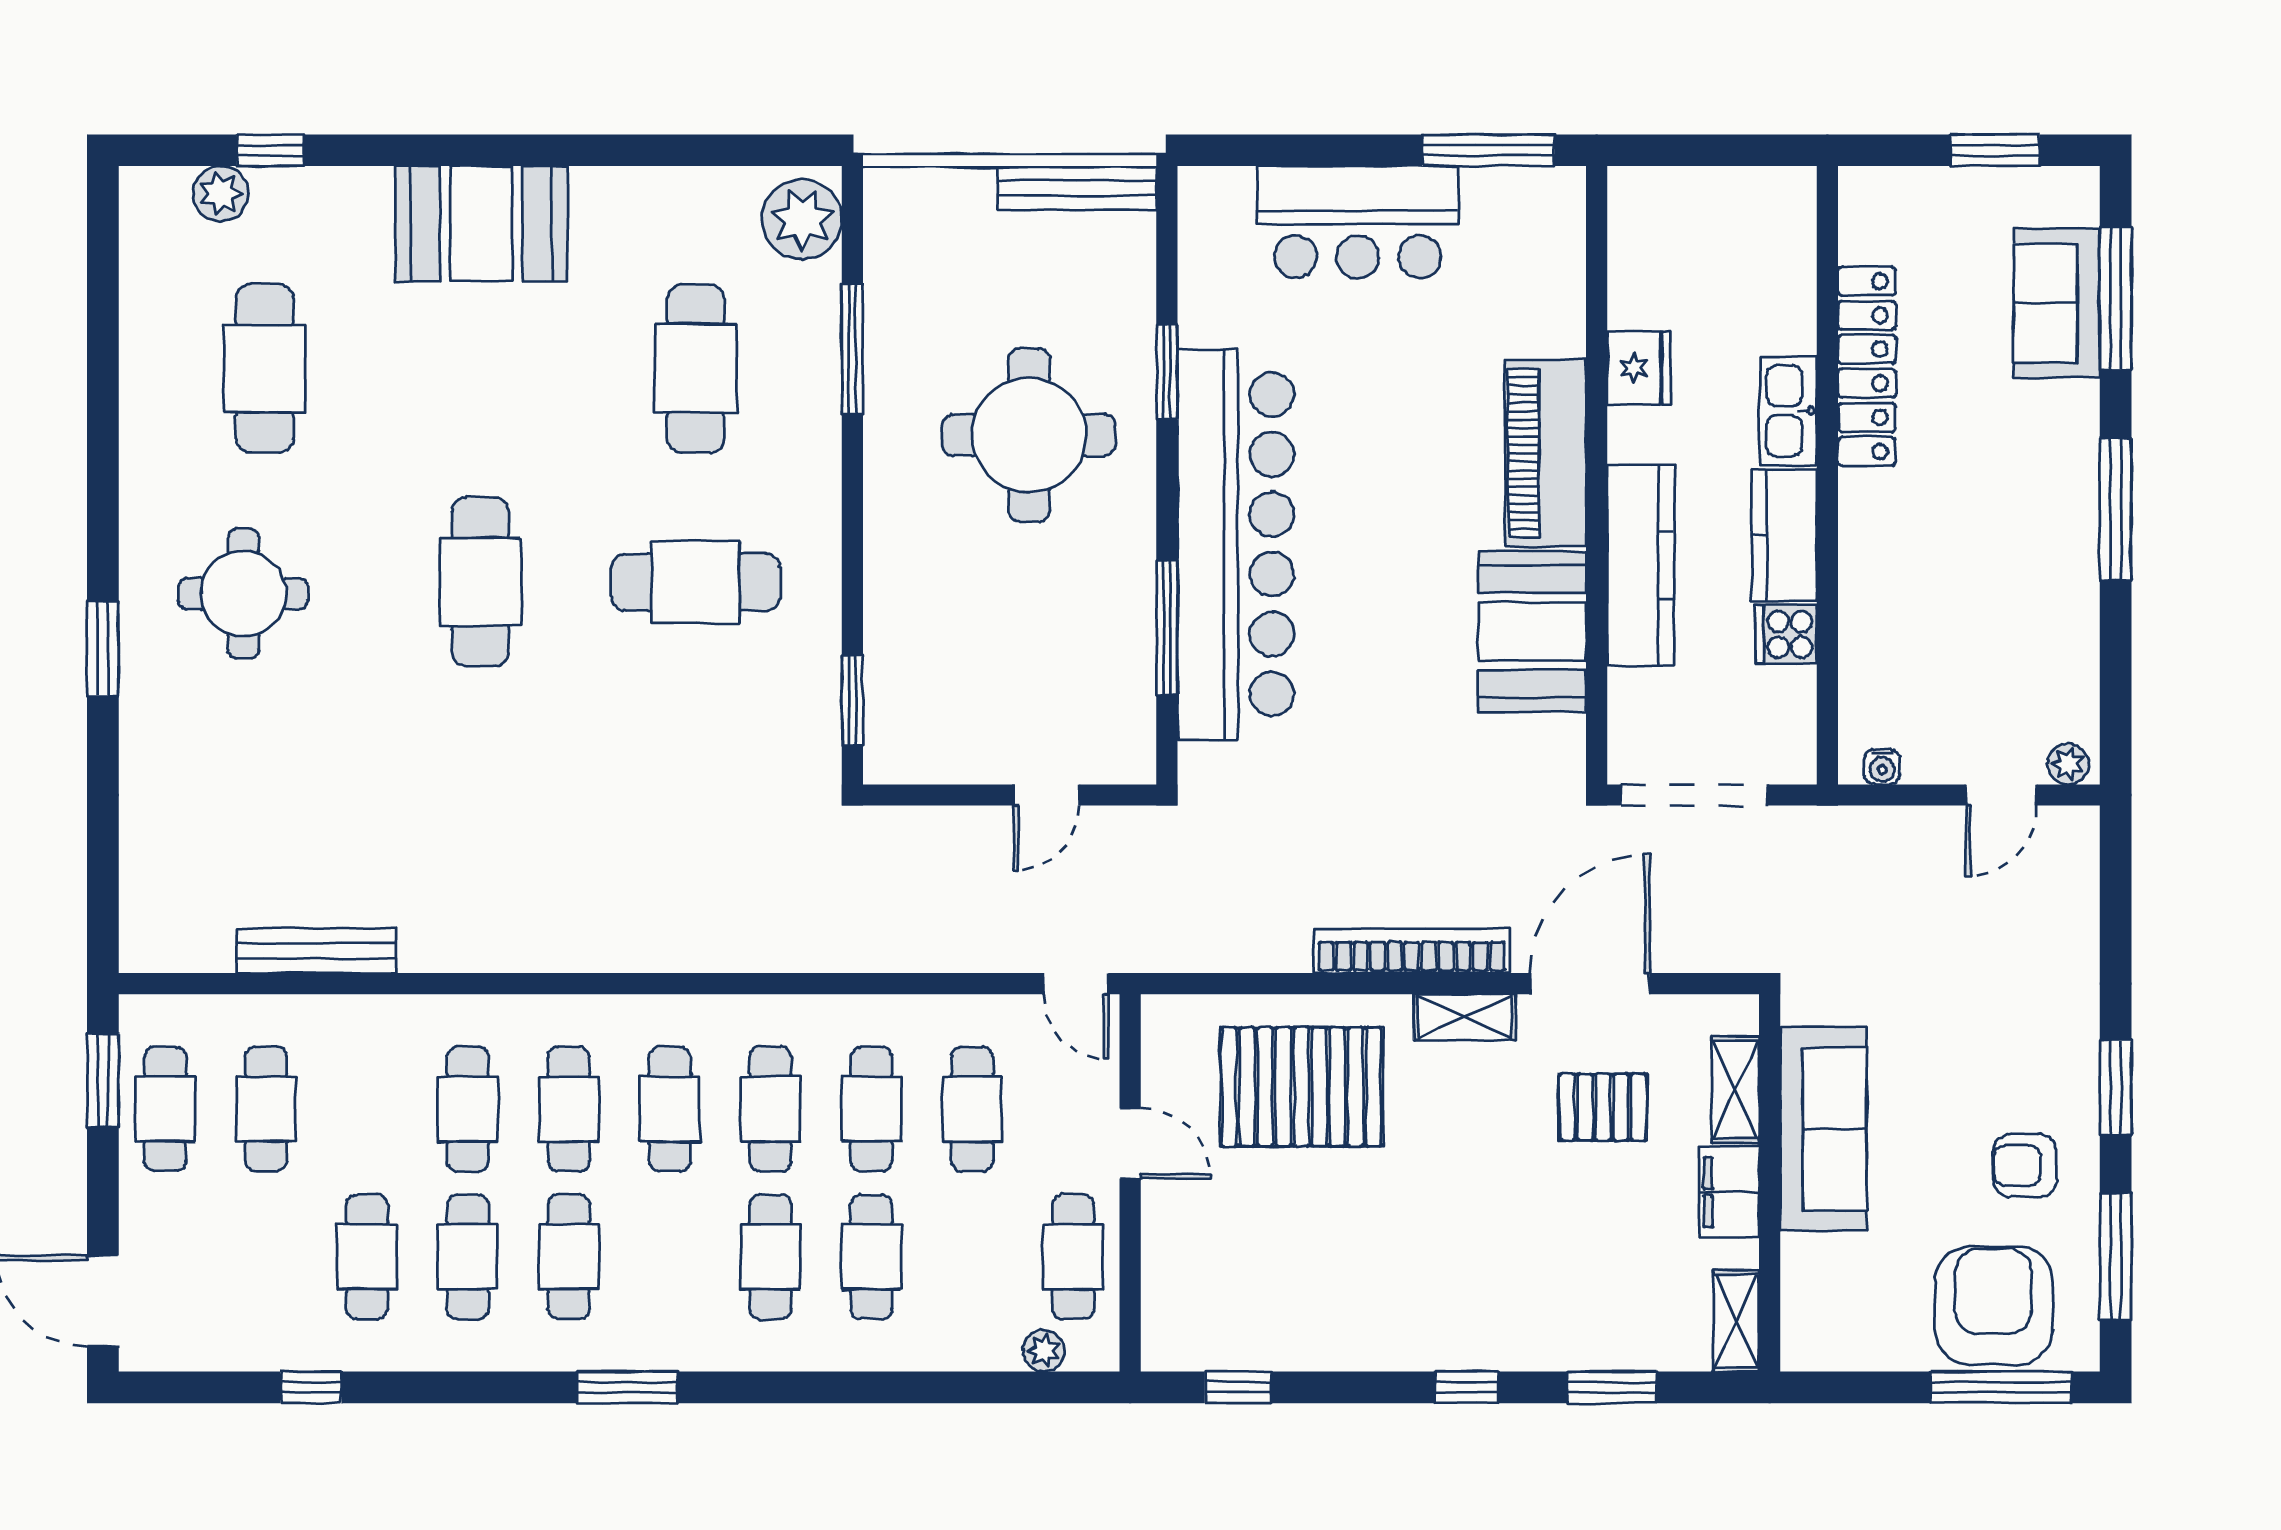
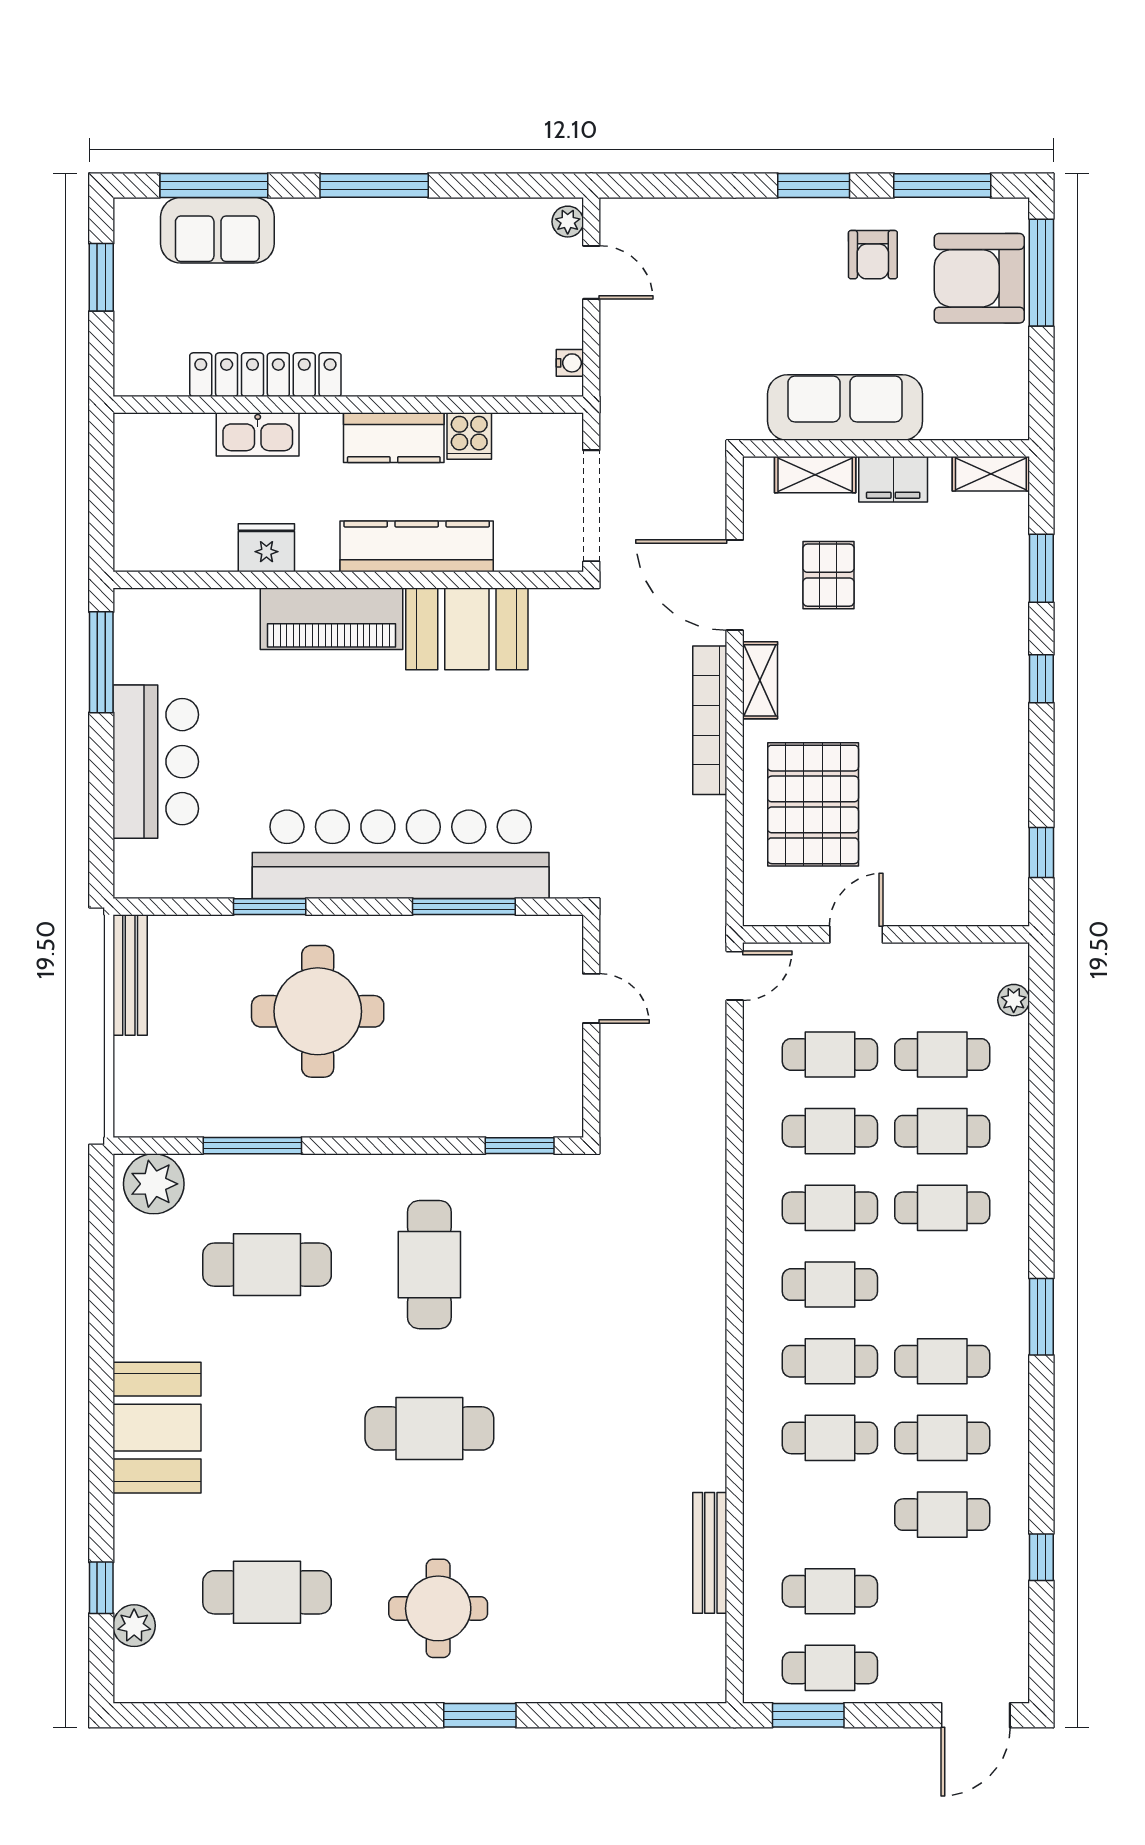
kitchen sink: (1788, 411) -> (258, 434), moved
cafe table: (1073, 1257) -> (942, 1054), moved

